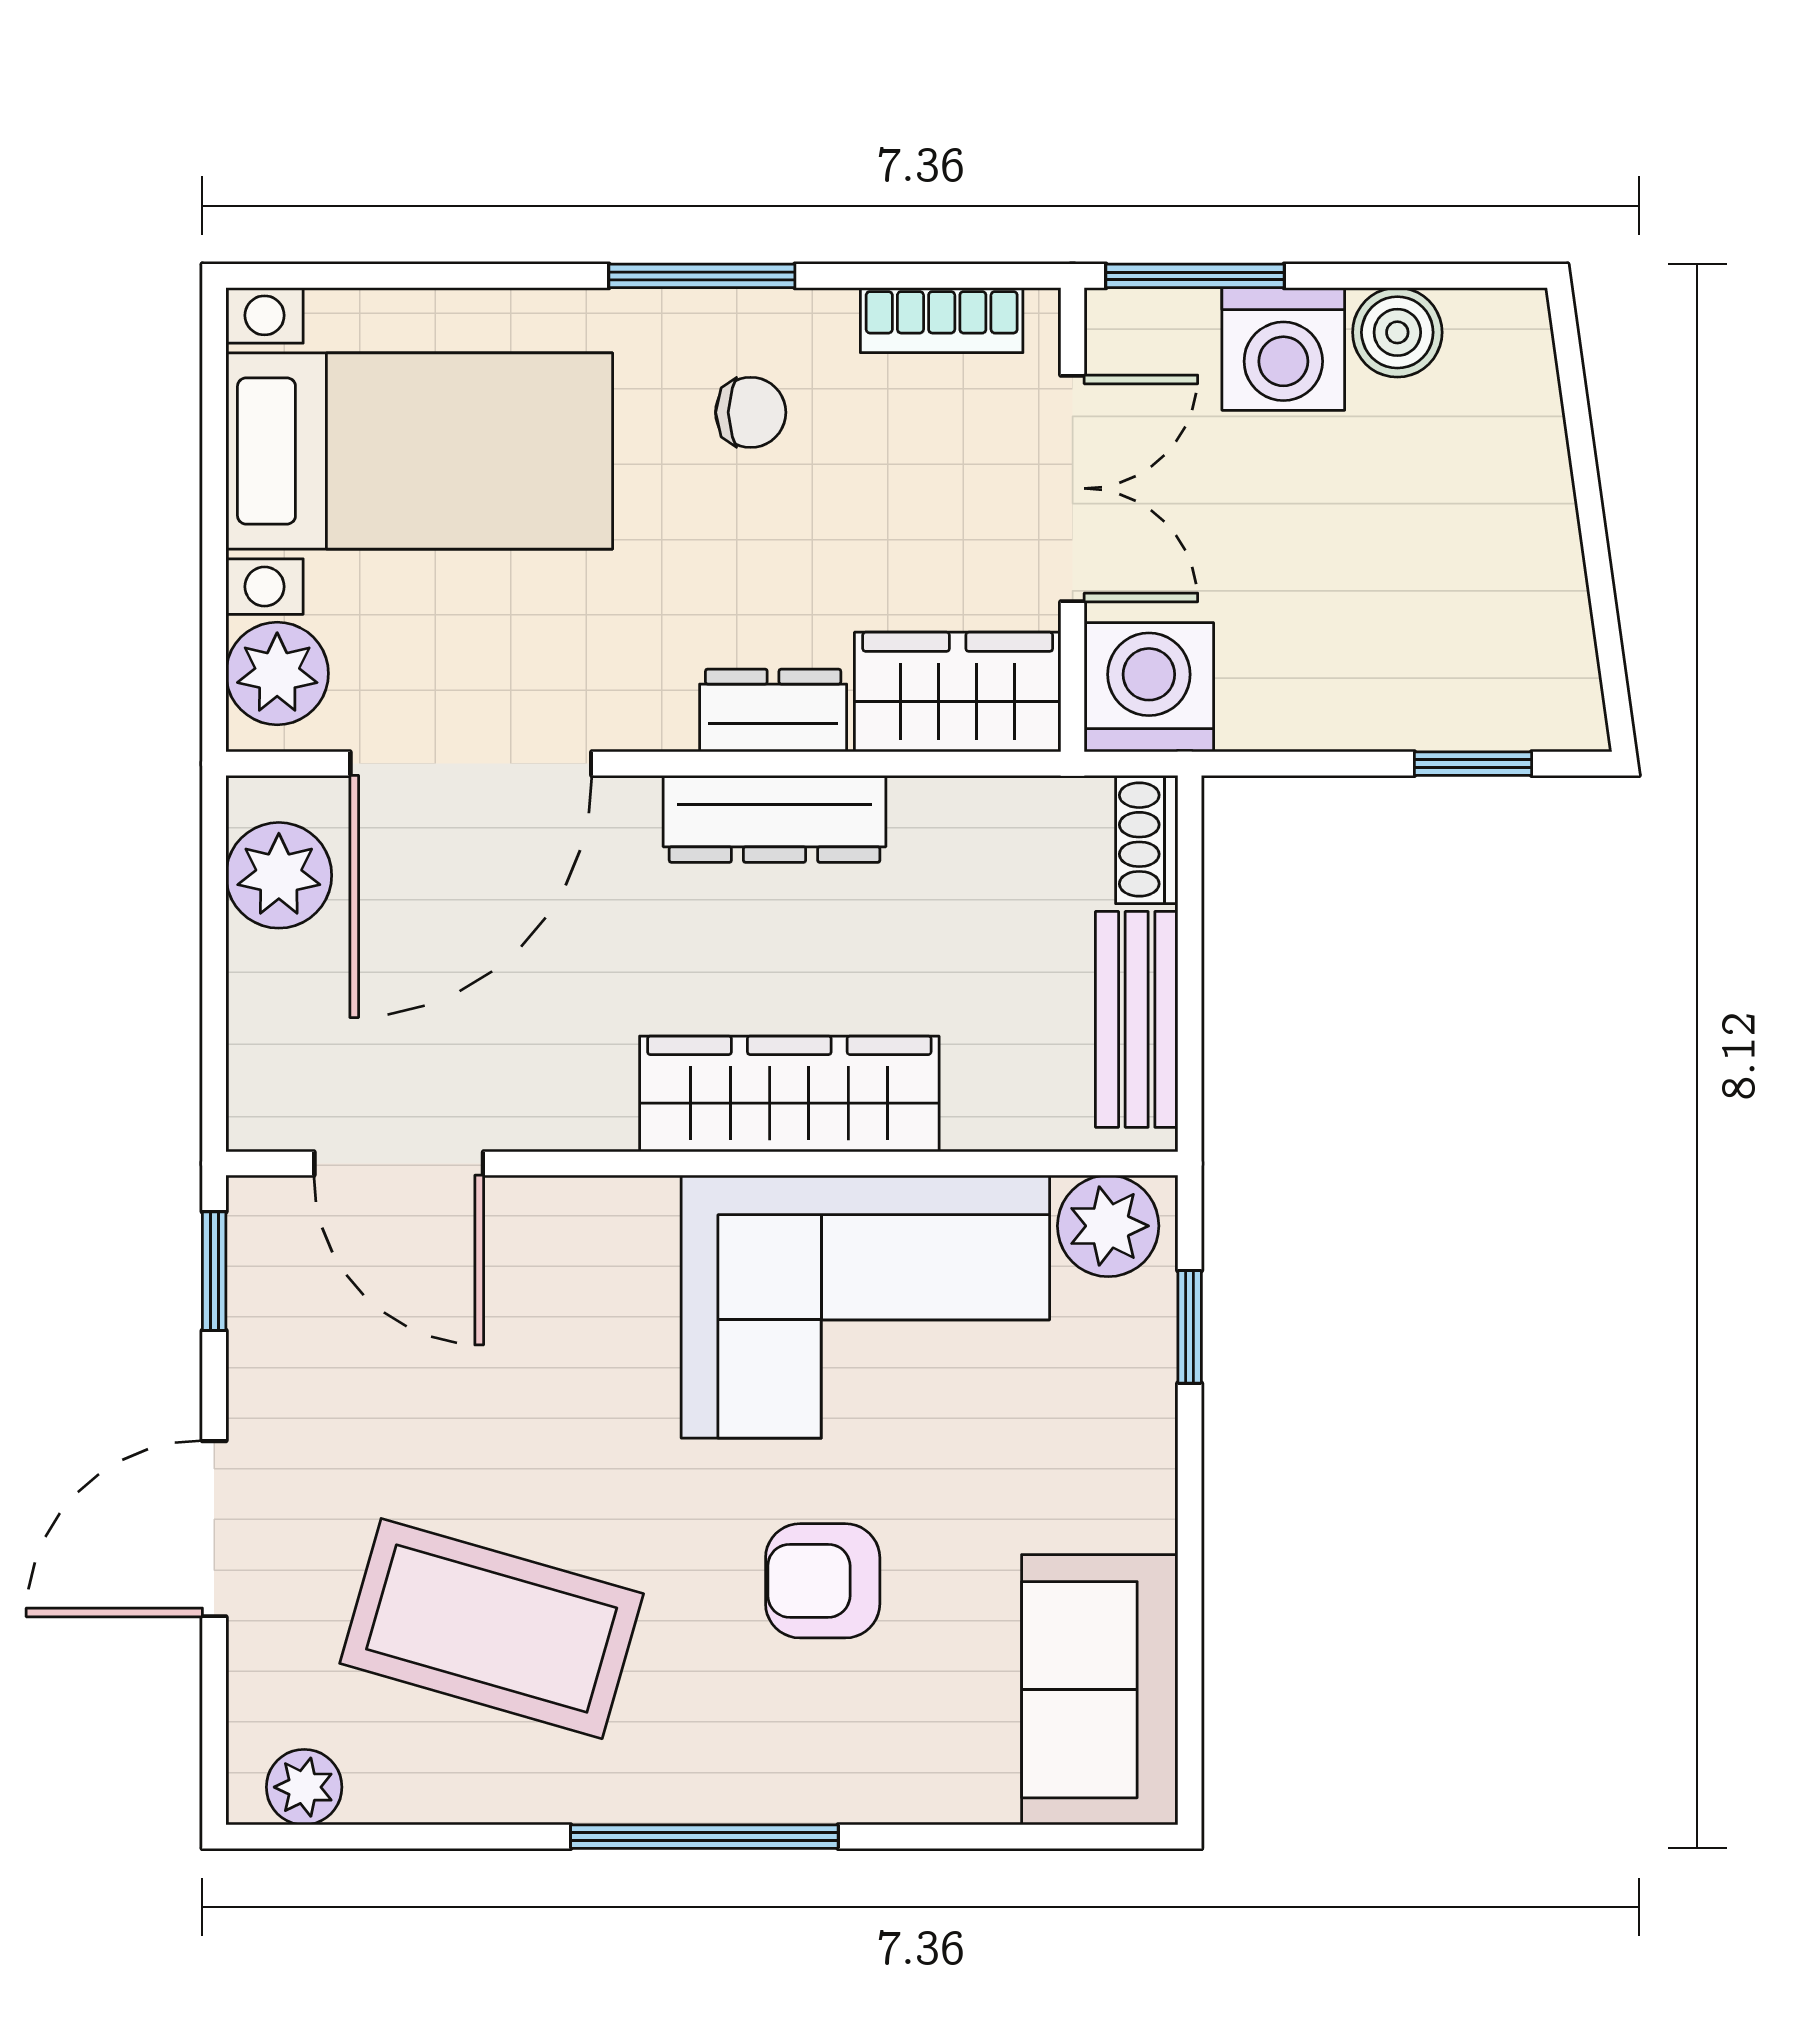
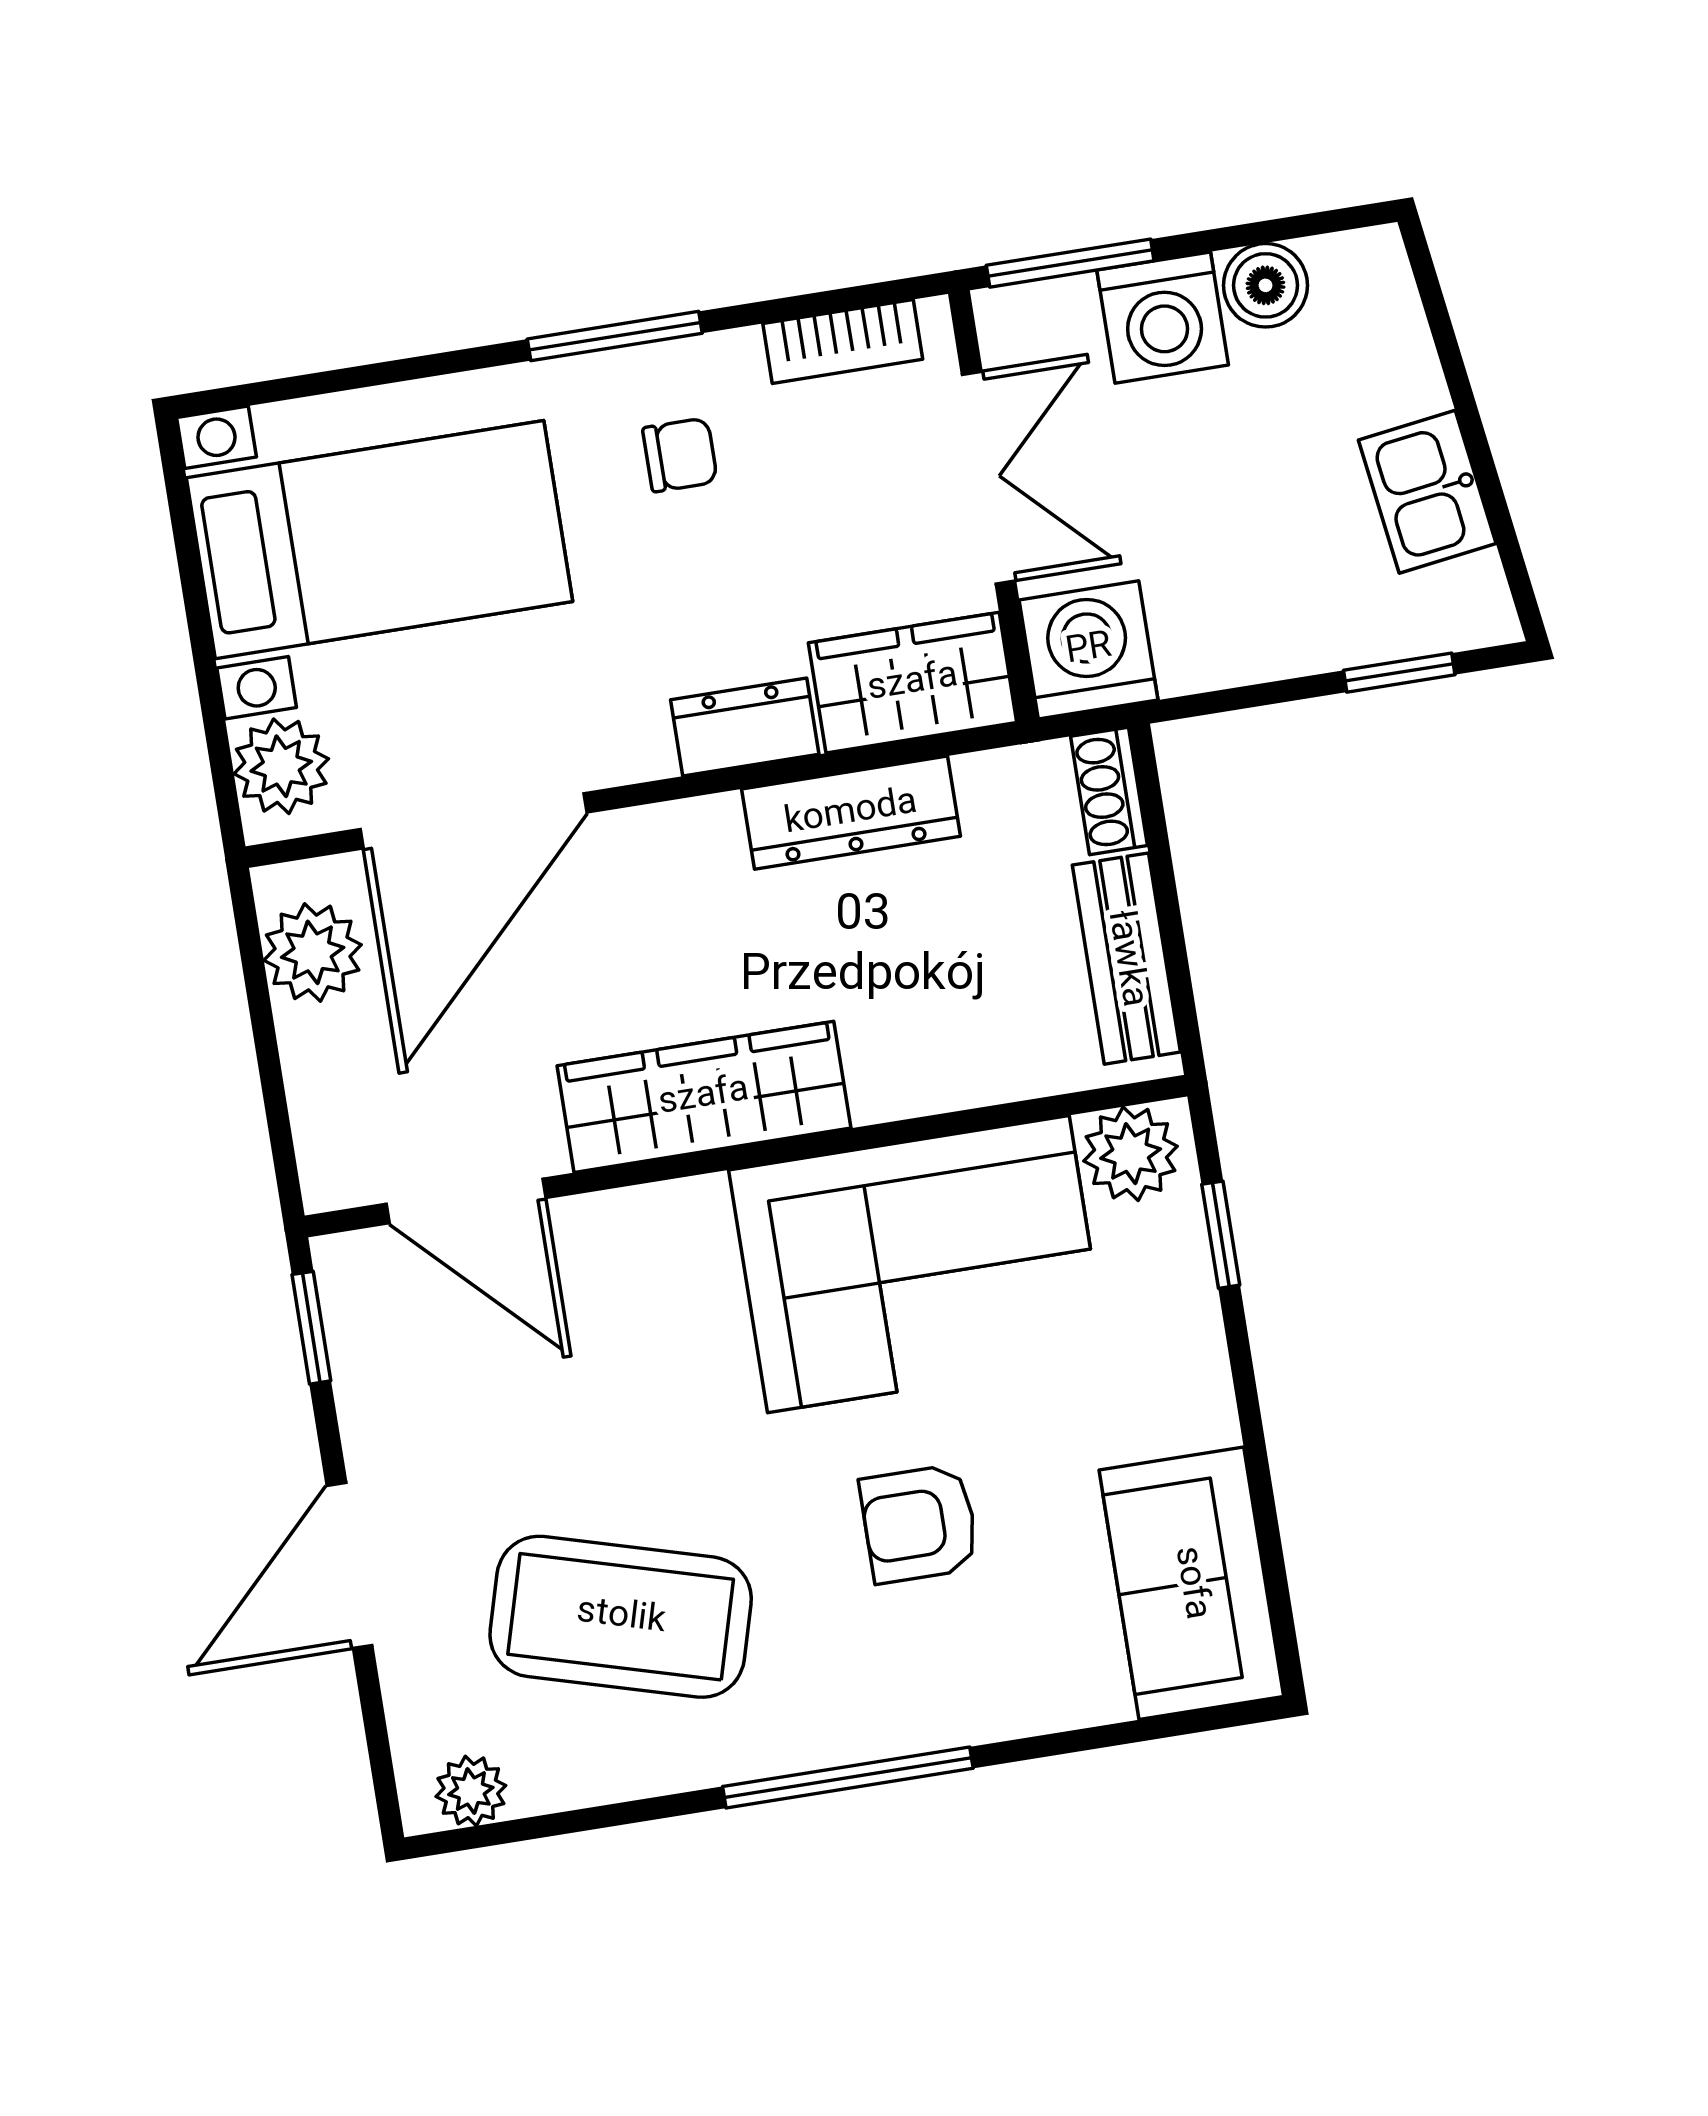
kitchen sink: (1533, 578) -> (1427, 492), added
dresser: (775, 819) -> (851, 813), moved
wardrobe: (789, 1094) -> (704, 1097), moved

